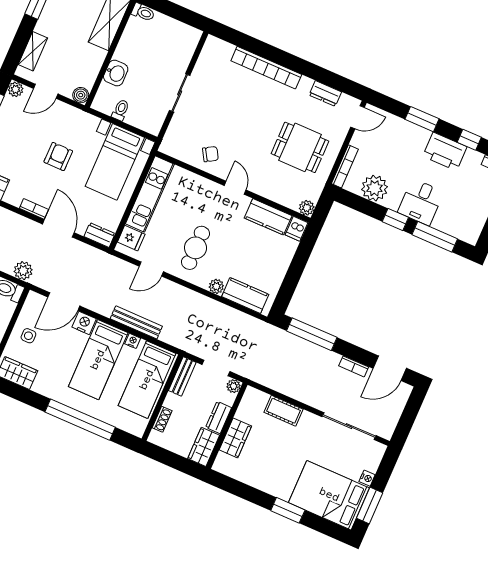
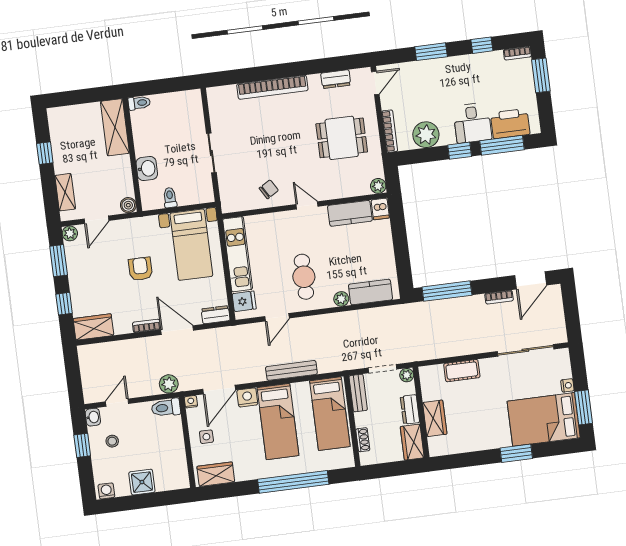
printer: (445, 152) -> (510, 124), moved, turned 180
nightstand: (133, 341) -> (191, 402), moved

